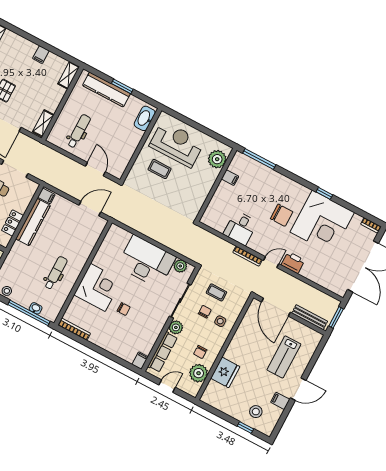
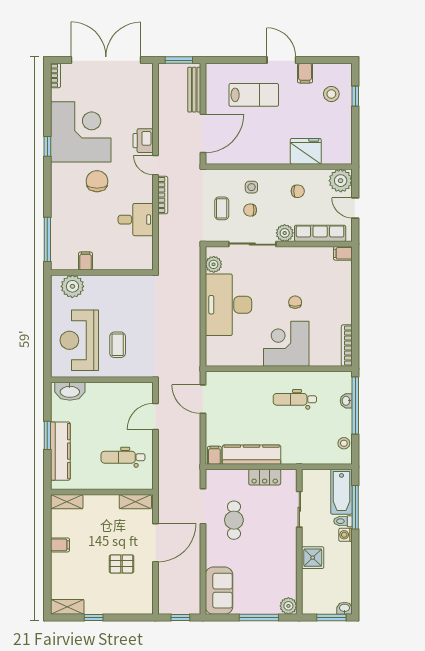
plant: (199, 373) -> (341, 181), moved

